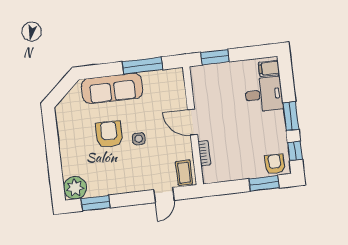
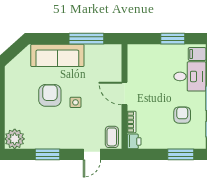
window: (215, 57) -> (173, 39), moved
armchair: (275, 164) -> (182, 115), moved
printer: (210, 175) -> (134, 141), added
window: (96, 203) -> (48, 154), moved

